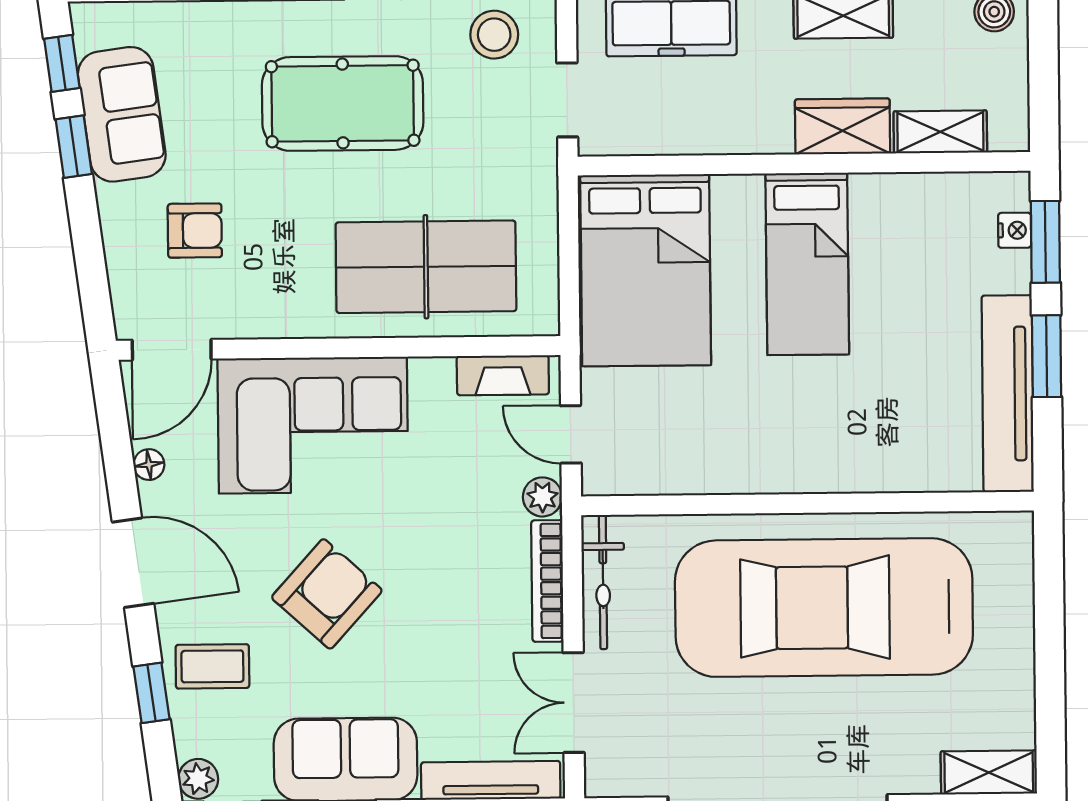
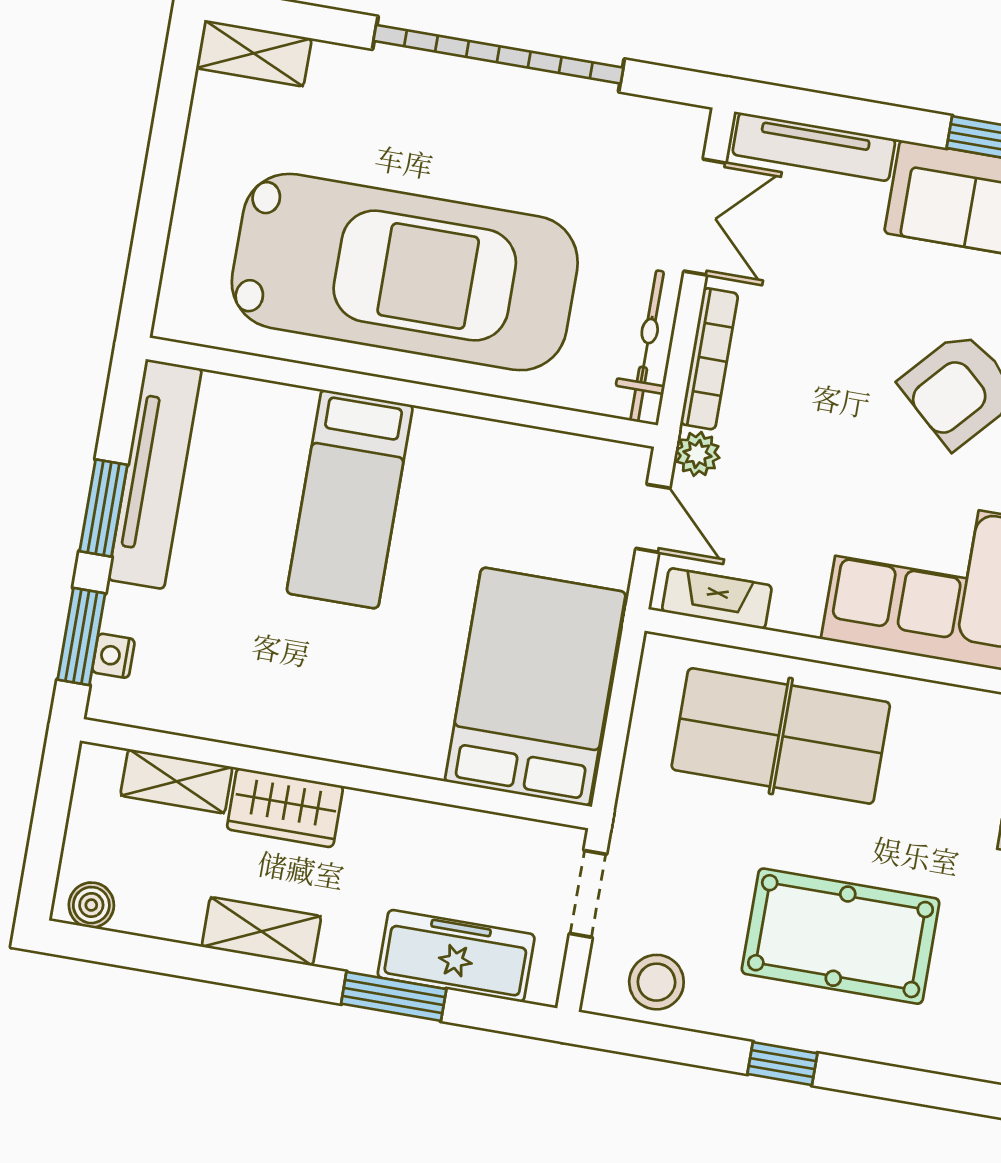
bed: (807, 264) -> (350, 499), moved, turned 180

